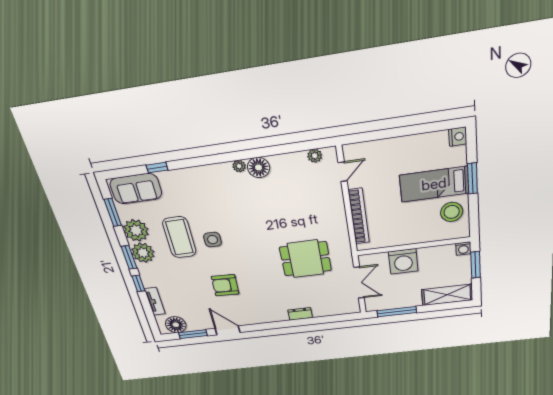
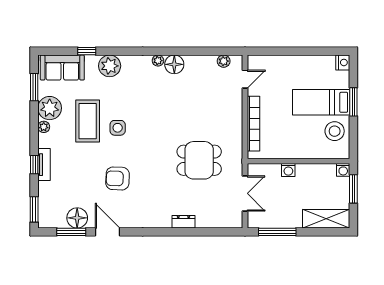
plant: (187, 179) -> (110, 66), added
plant: (143, 253) -> (44, 127), width x0.53, depth x0.53
window: (129, 257) -> (34, 209), moved
washing machine: (403, 261) -> (288, 170), width x0.53, depth x0.53
tv unit: (155, 301) -> (44, 165), moved
floor lamp: (176, 325) -> (77, 218), moved

